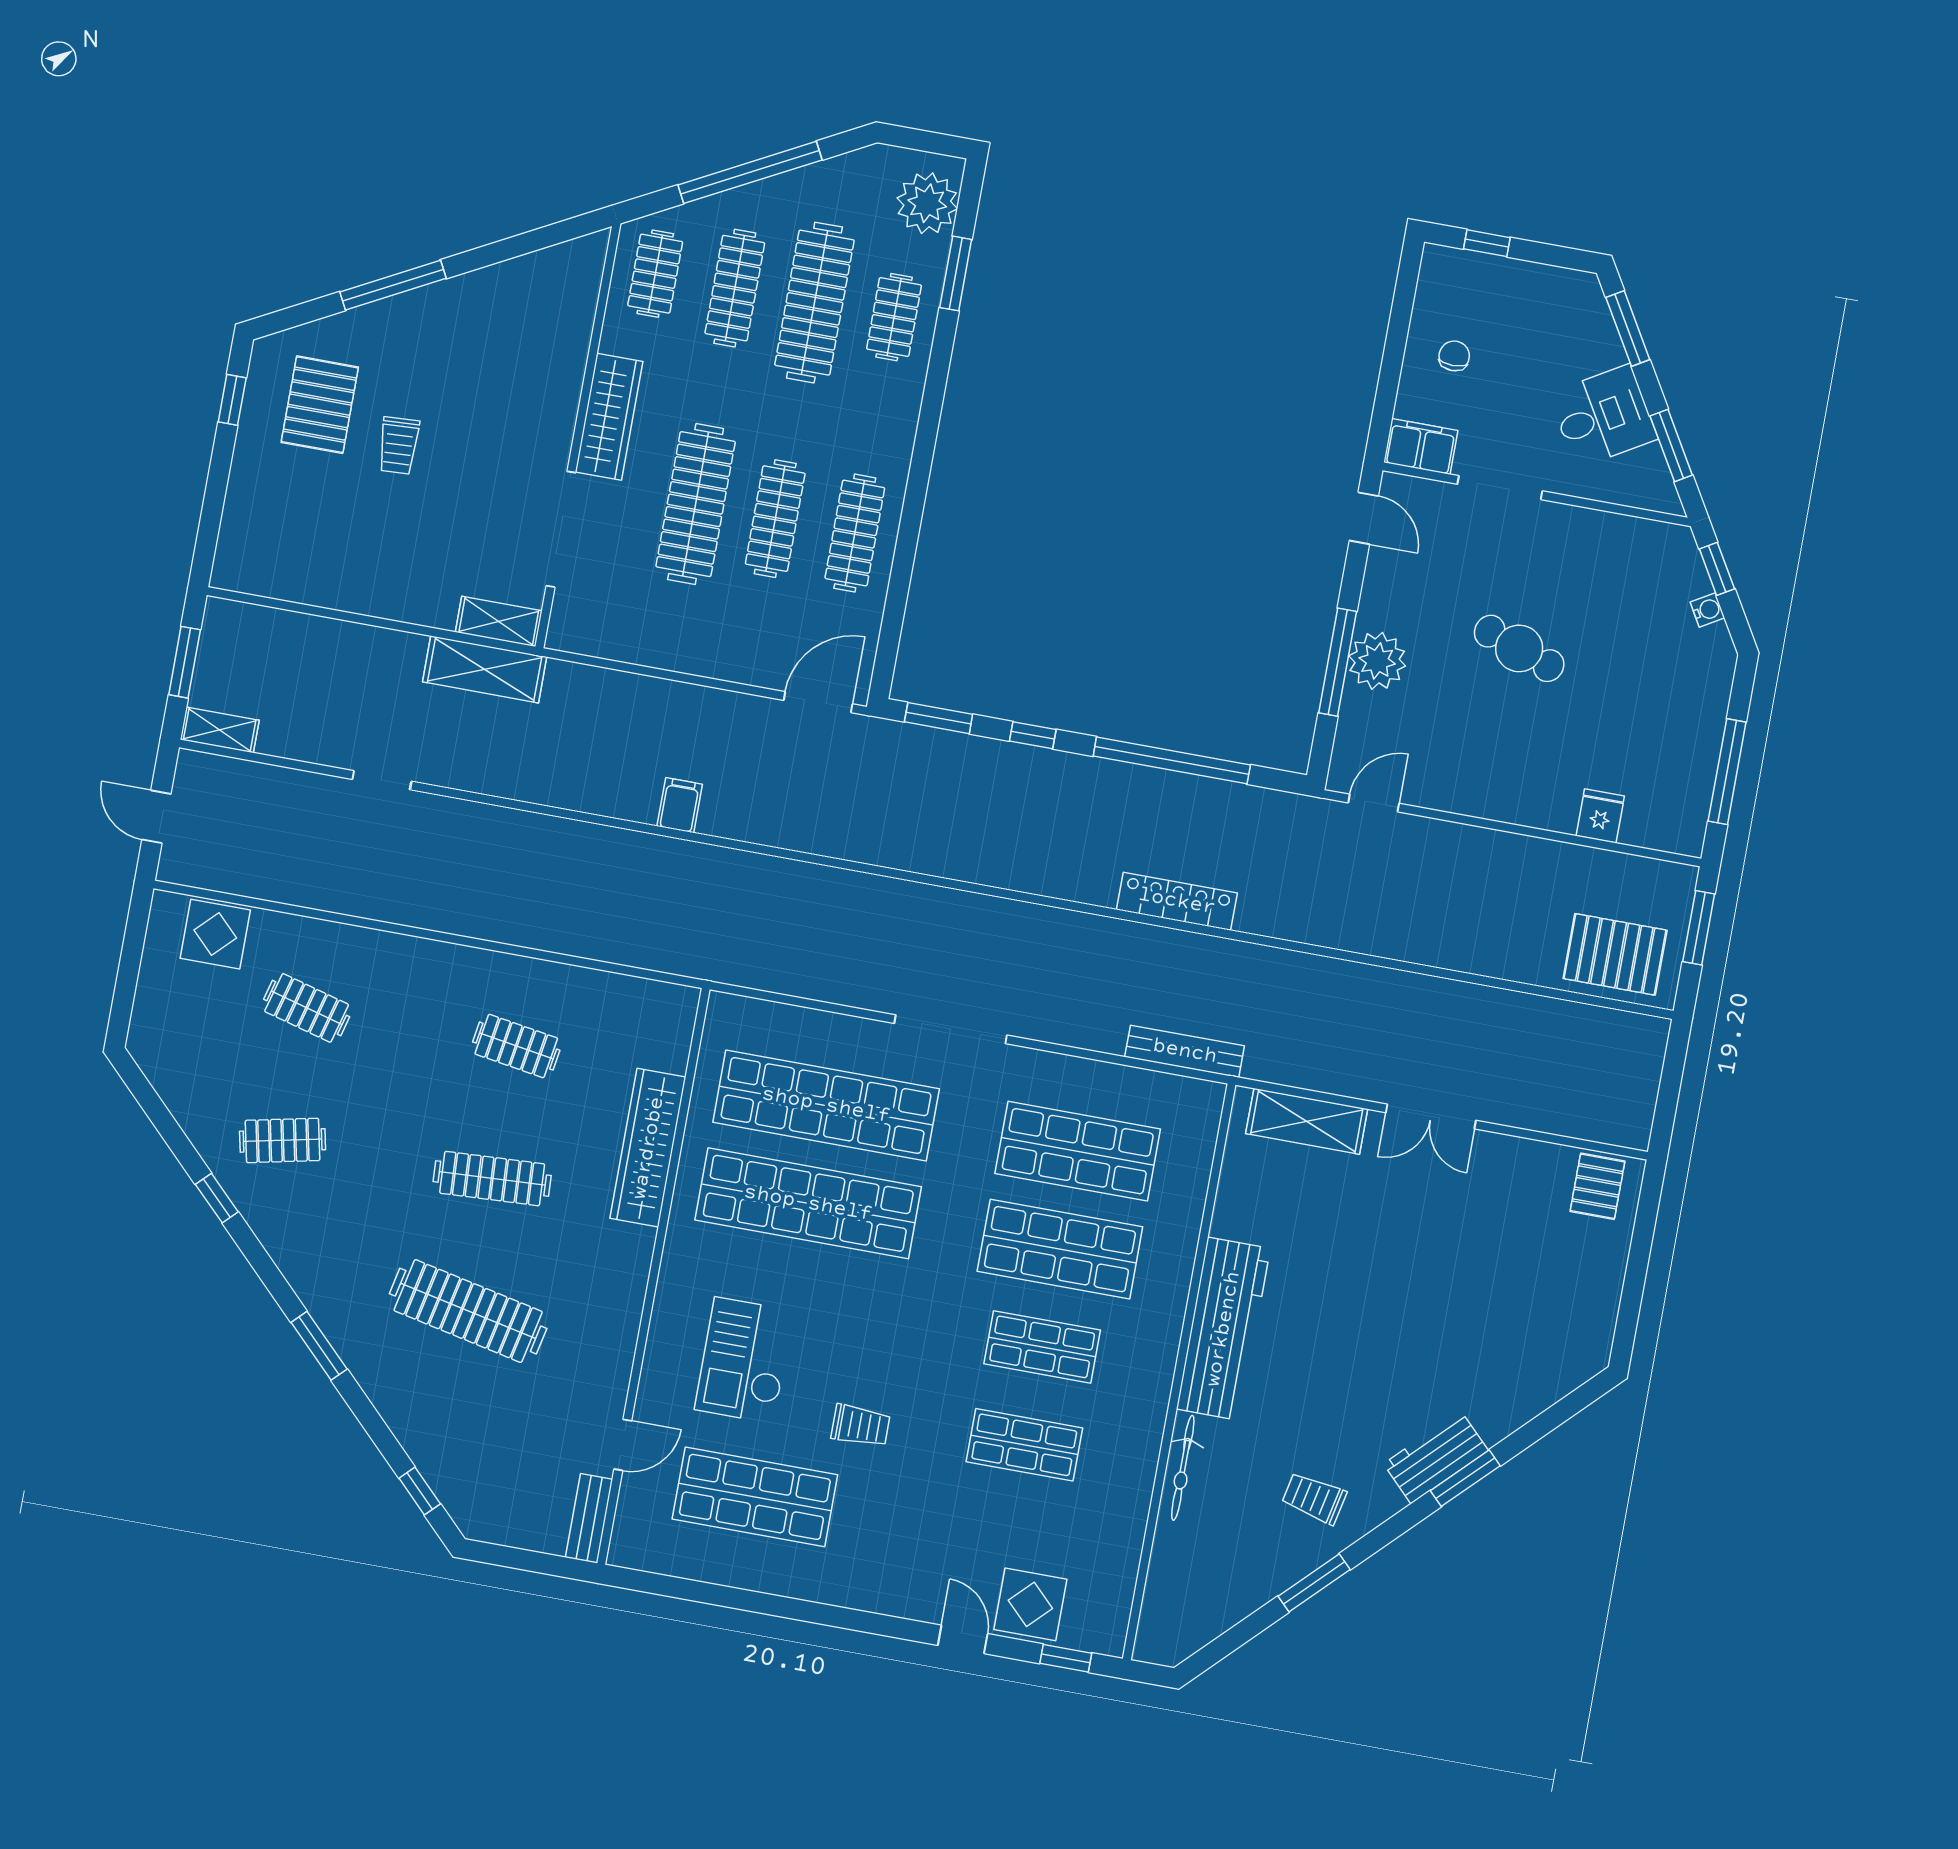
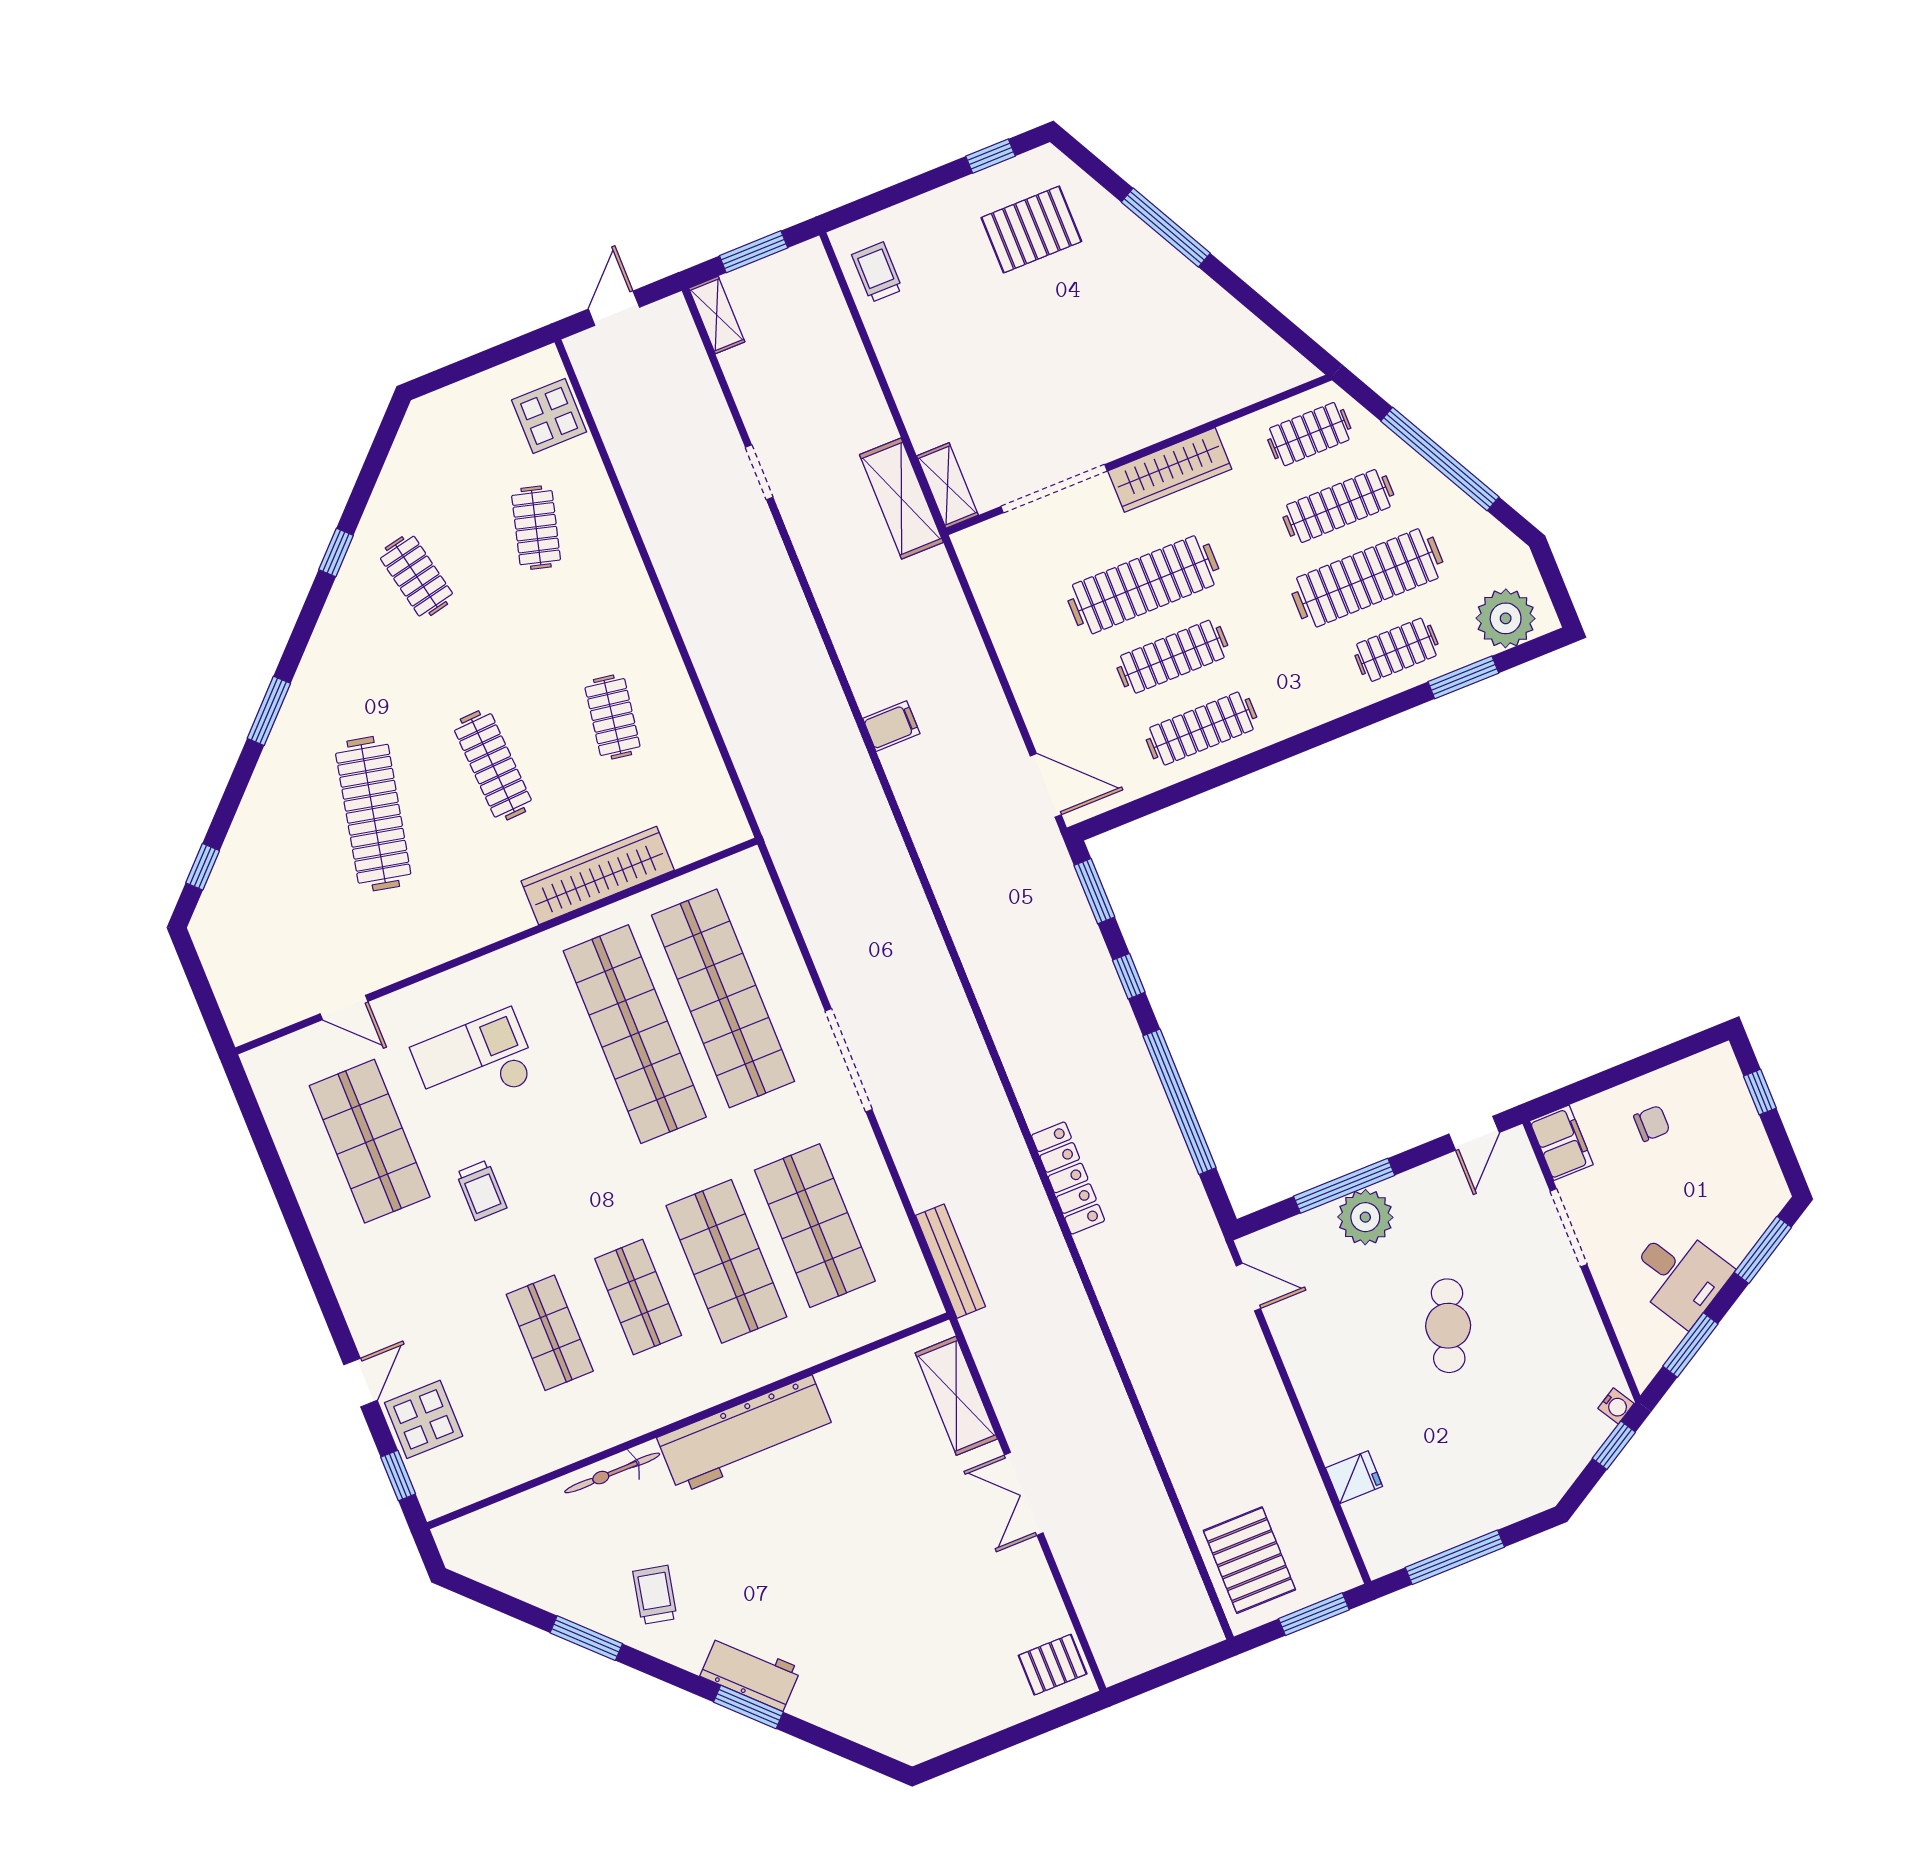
trolley: (399, 445) -> (877, 272), moved, turned 93
water cooler: (1707, 610) -> (1616, 1406), moved
bench: (589, 1518) -> (267, 1018), removed

